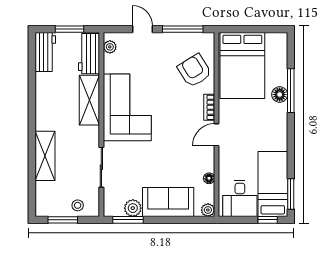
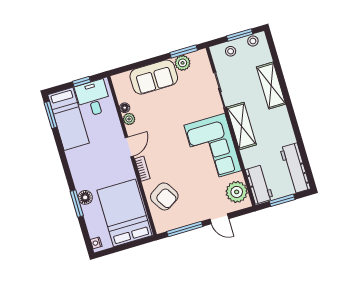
nightstand: (282, 42) -> (96, 243), added
plant: (110, 47) -> (237, 192), width x1.87, depth x1.87
workbench: (45, 52) -> (295, 168), width x1.38
window: (291, 91) -> (77, 204), width x0.69
shelving: (89, 100) -> (242, 126), moved
stool: (50, 209) -> (253, 41), added
plant: (208, 210) -> (129, 119), moved
window: (268, 220) -> (81, 82), moved

